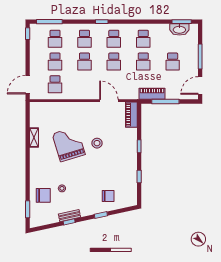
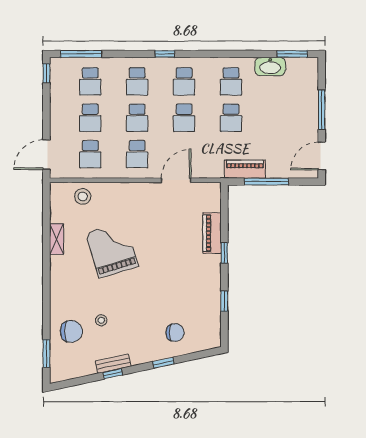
washbasin: (179, 29) -> (270, 66), moved
school desk: (173, 62) -> (137, 154), moved
door: (109, 101) -> (176, 180), hinge flipped
piano: (131, 115) -> (212, 233), moved
stool: (97, 143) -> (83, 196), moved

